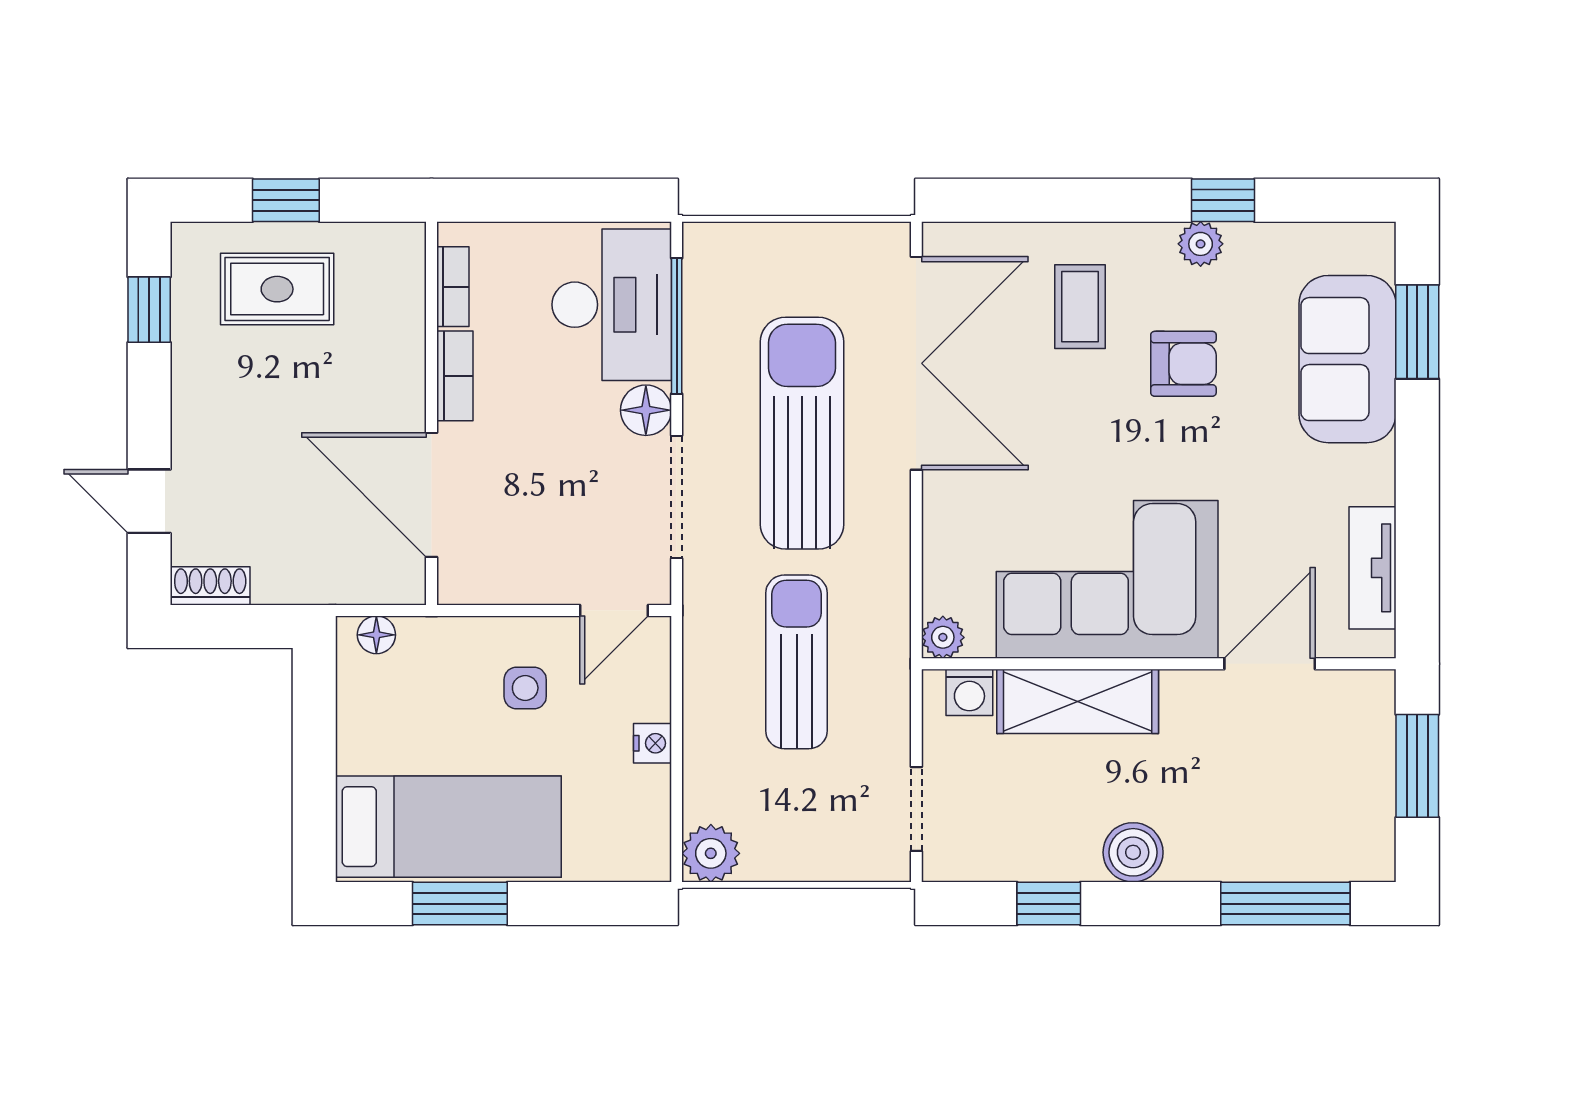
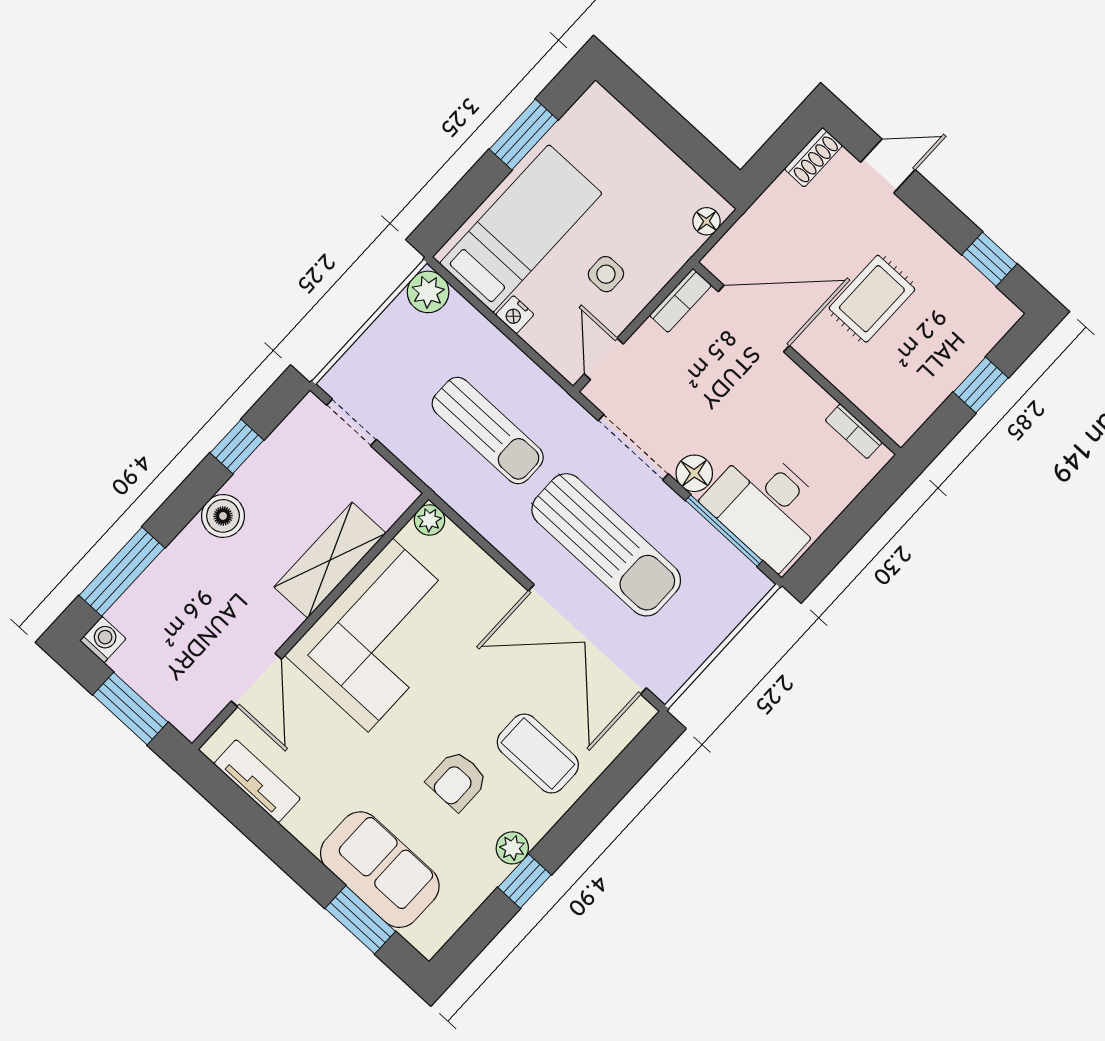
rug: (277, 289) -> (872, 299), moved
coffee table: (1080, 307) -> (538, 754), width x1.36, depth x1.30
bookcase: (455, 376) -> (680, 300), moved, turned -90
washing machine: (969, 692) -> (103, 640), moved, turned 90
bed: (448, 827) -> (521, 228), moved, turned 180

